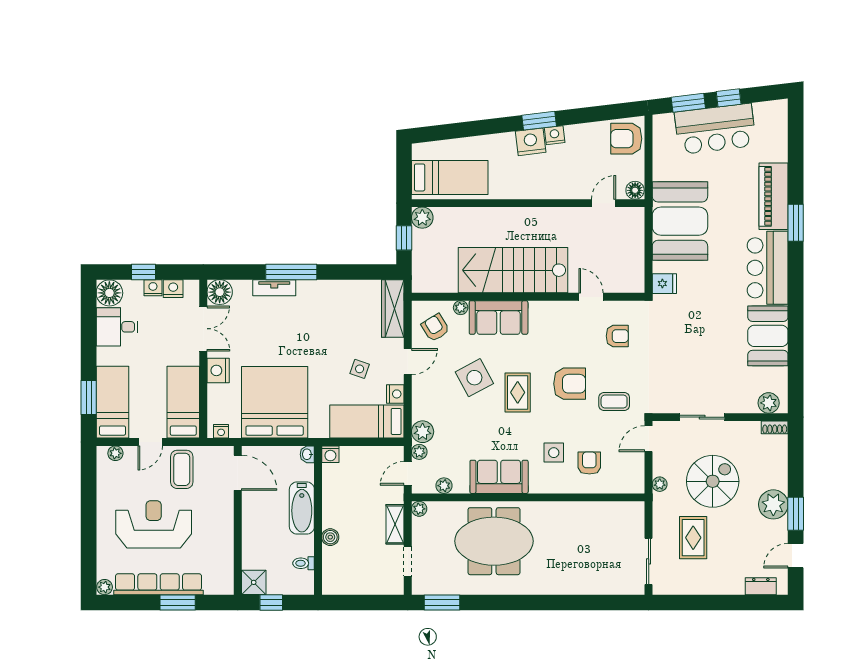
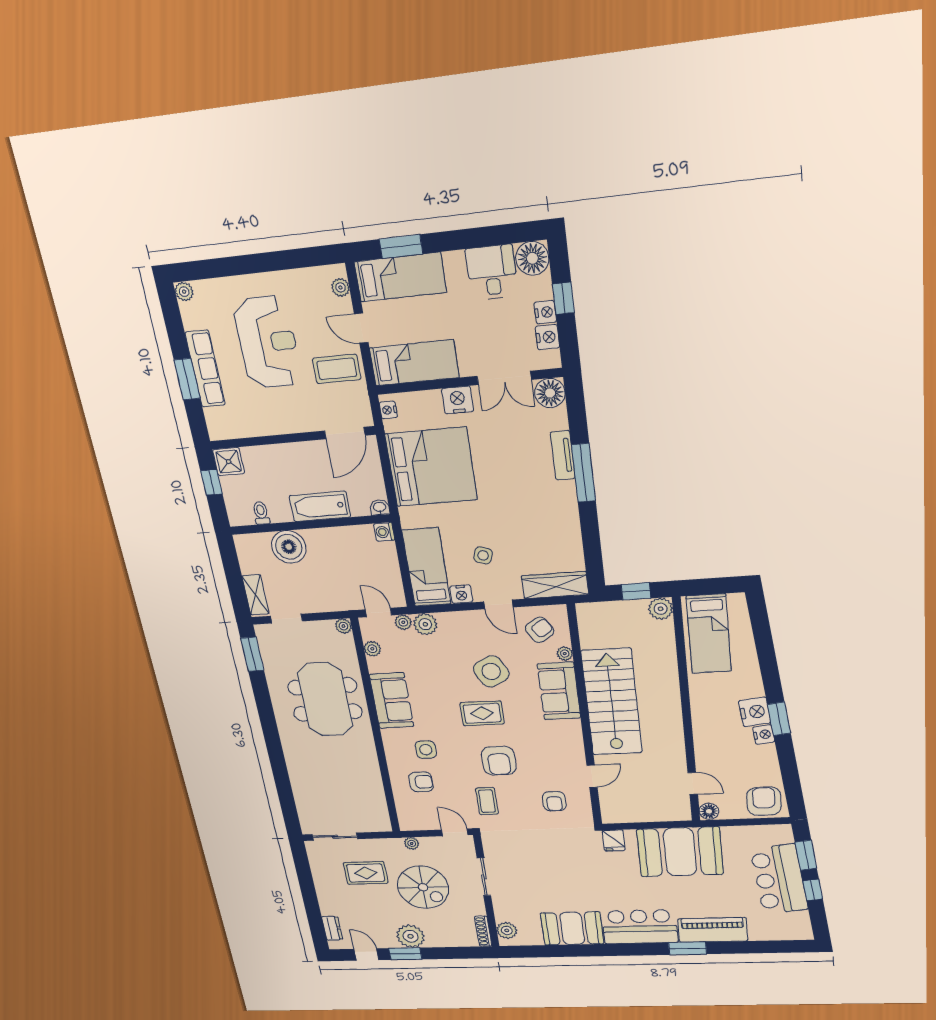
shoe rack: (775, 427) -> (483, 931), width x1.43
shelving: (395, 524) -> (255, 595), moved, turned 90
boiler: (330, 537) -> (289, 547), width x1.86, depth x1.86
row of seats: (159, 584) -> (205, 369), width x0.73

